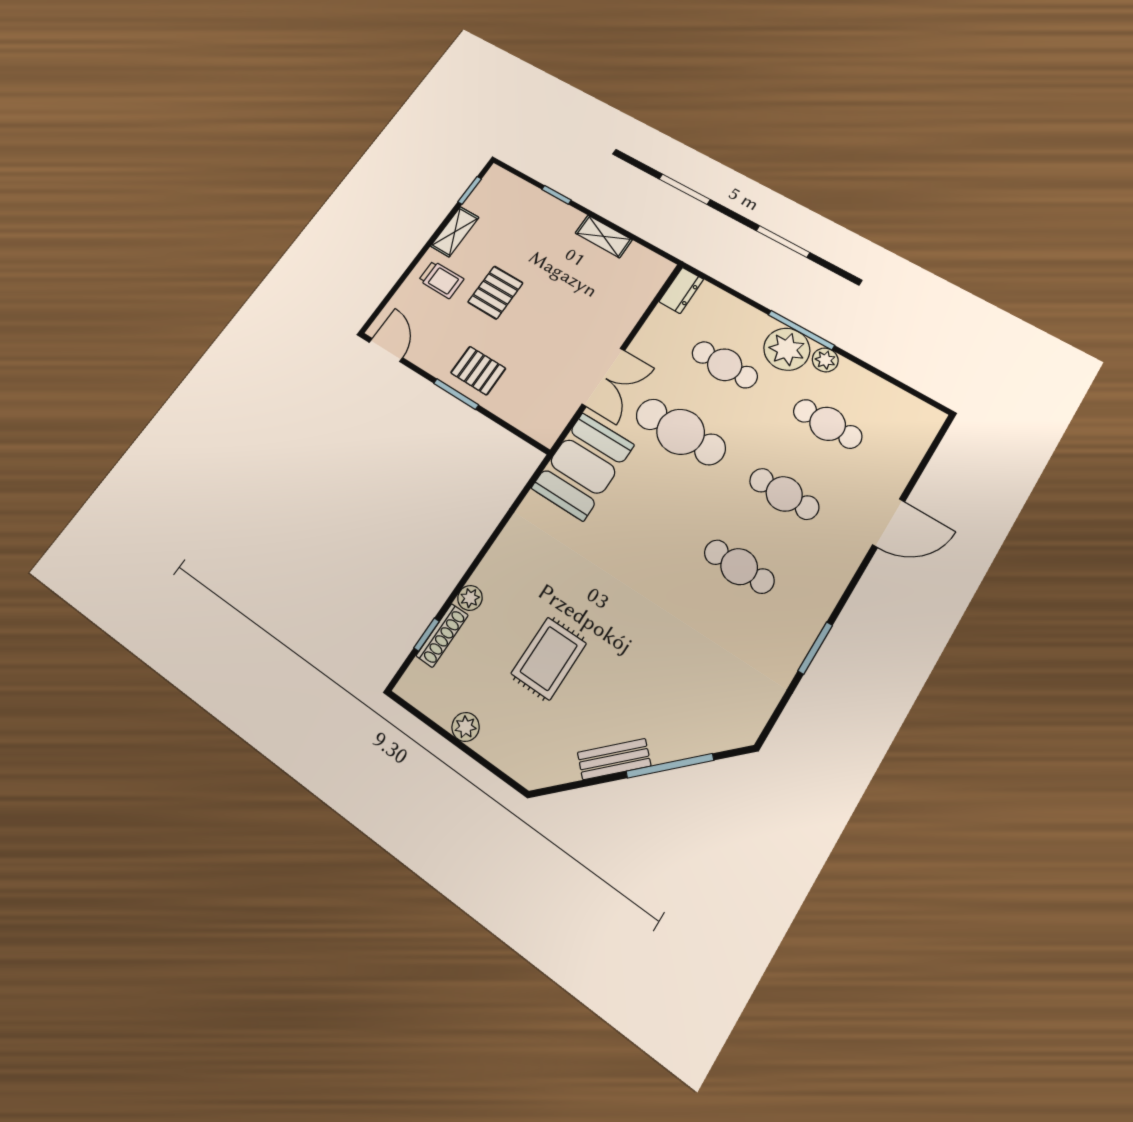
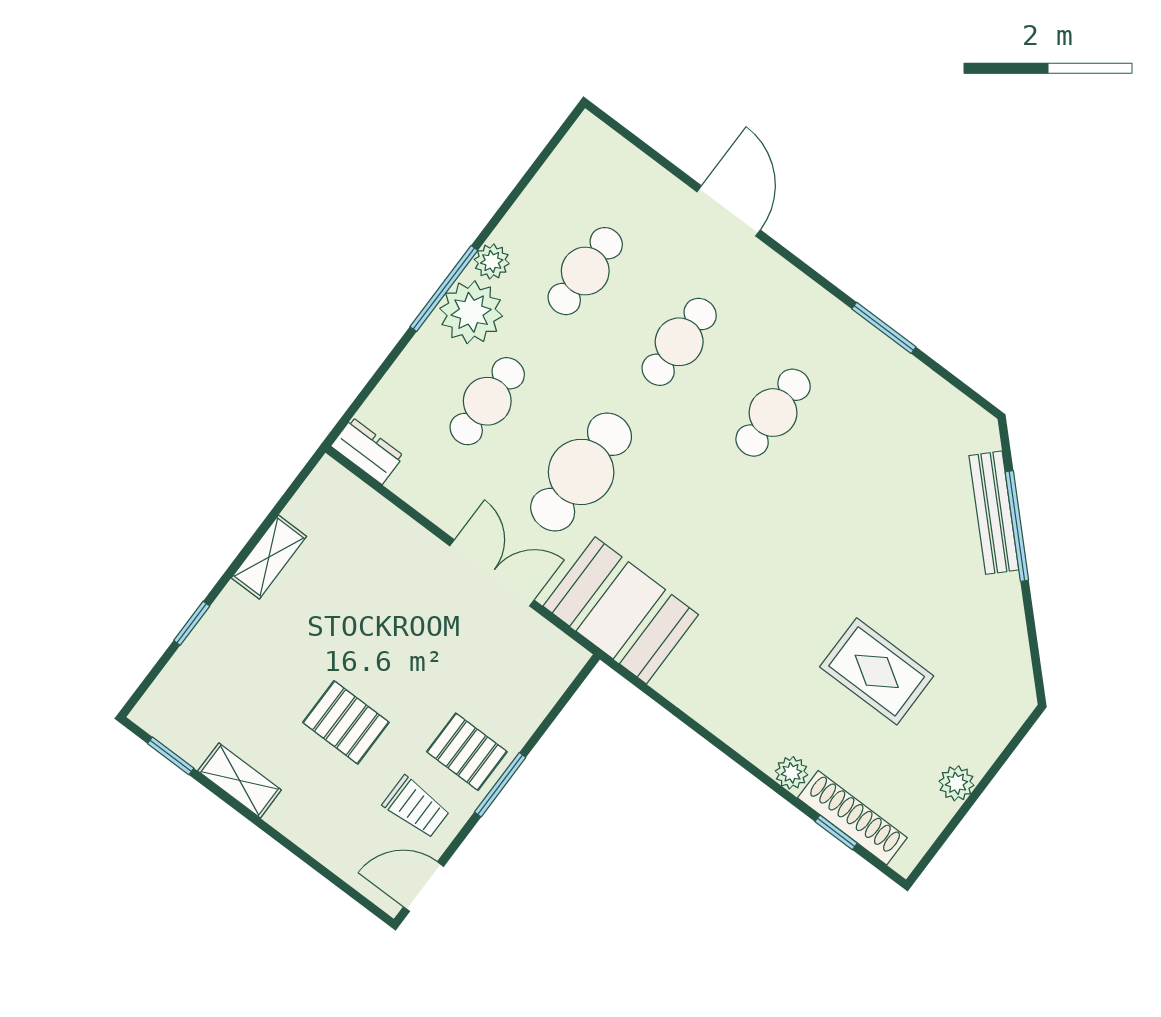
trolley: (441, 280) -> (416, 807), moved, turned 90
pallet: (478, 371) -> (467, 752), turned 90
shoe rack: (442, 635) -> (852, 818), width x1.36, depth x1.24
bench: (614, 759) -> (994, 513), moved, width x1.36

